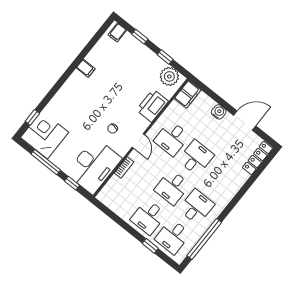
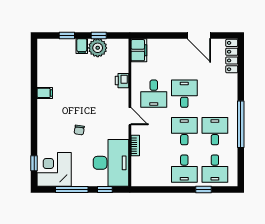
filing cabinet: (117, 33) -> (82, 46), moved
plant: (169, 76) -> (98, 48), moved
printer: (152, 106) -> (122, 81), width x0.53, depth x0.68
water cooler: (219, 112) -> (174, 45), removed
door: (245, 121) -> (199, 35), swing flipped
chair: (113, 129) -> (79, 130), moved
desk: (172, 187) -> (184, 131), turned 180
window: (204, 239) -> (241, 124), moved

